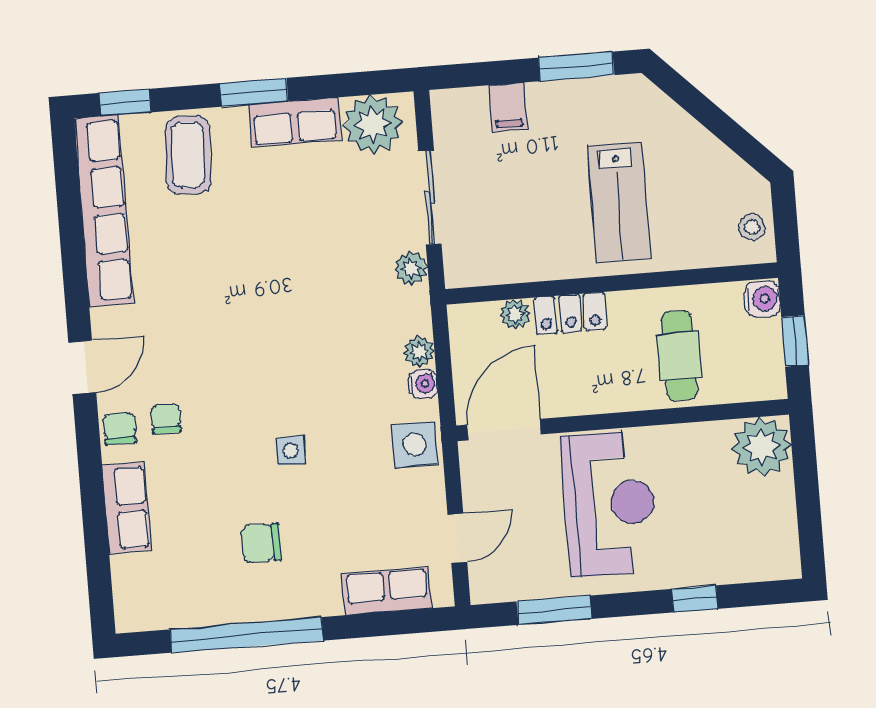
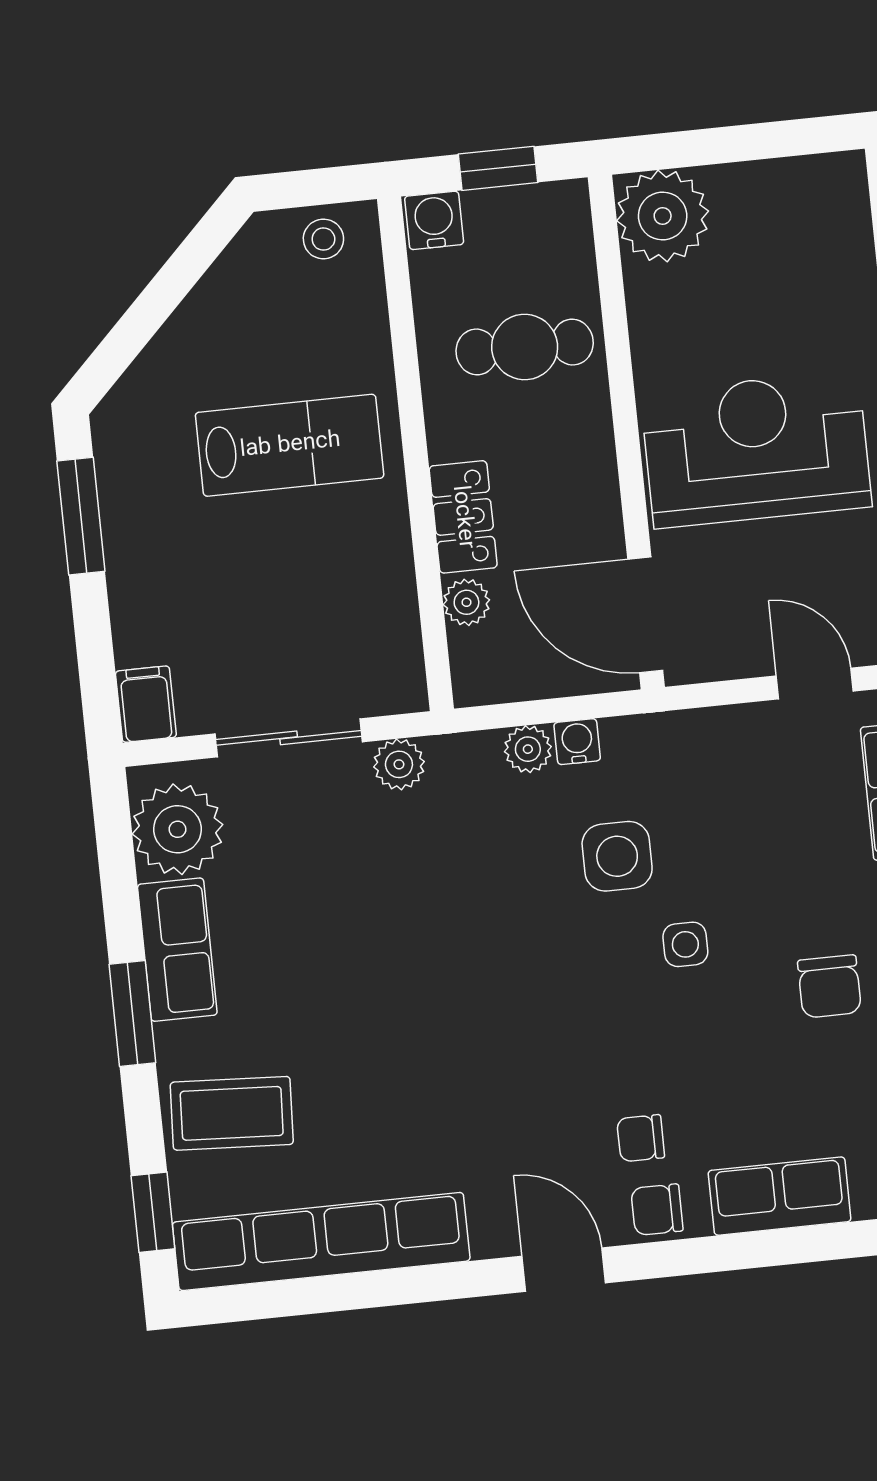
filing cabinet: (508, 107) -> (146, 704), moved, turned -90
side table: (415, 445) -> (617, 856), moved

